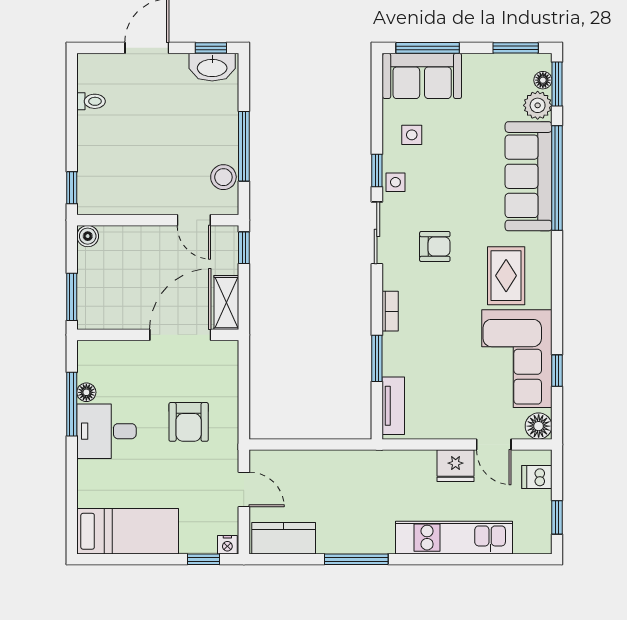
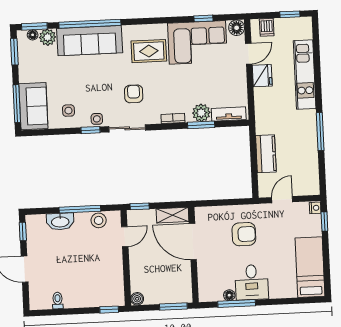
washbasin: (212, 67) -> (60, 221), moved, turned 90
plant: (397, 360) -> (201, 113), added
kitchen counter: (284, 538) -> (266, 154), moved, turned 180

